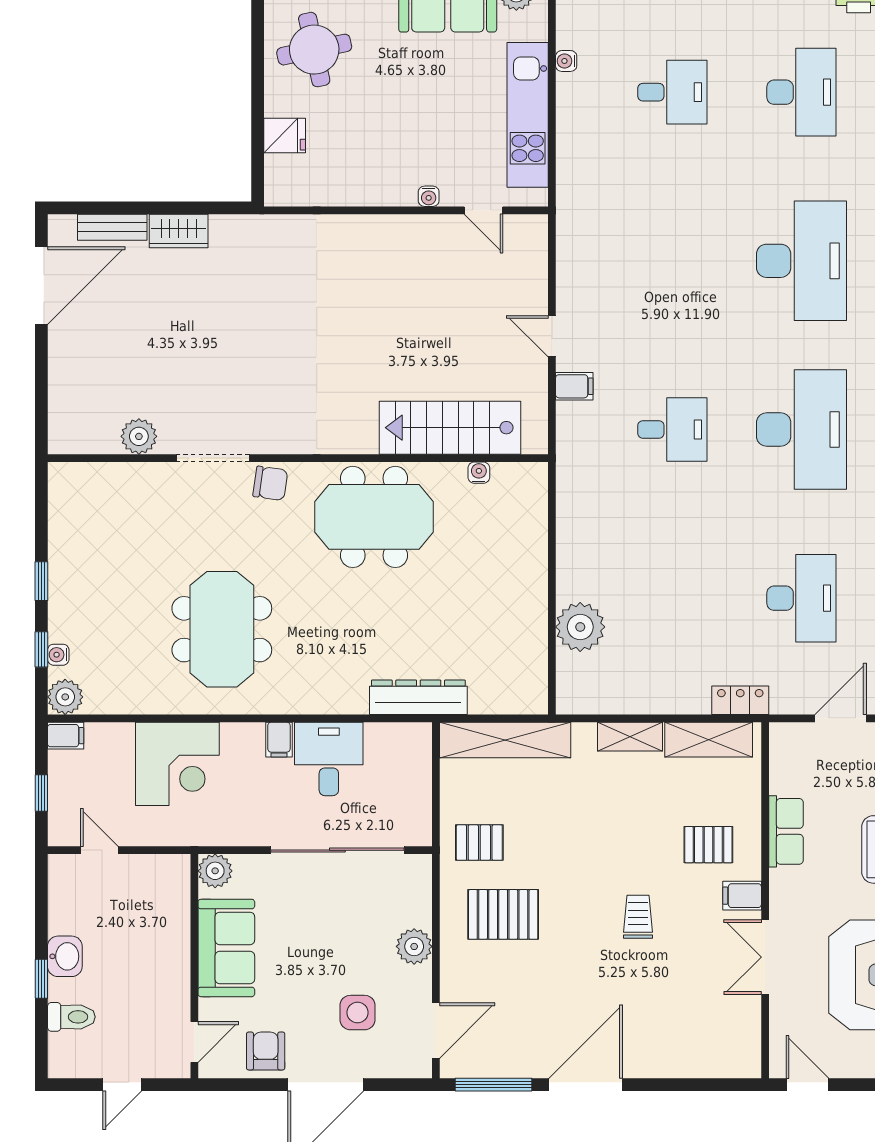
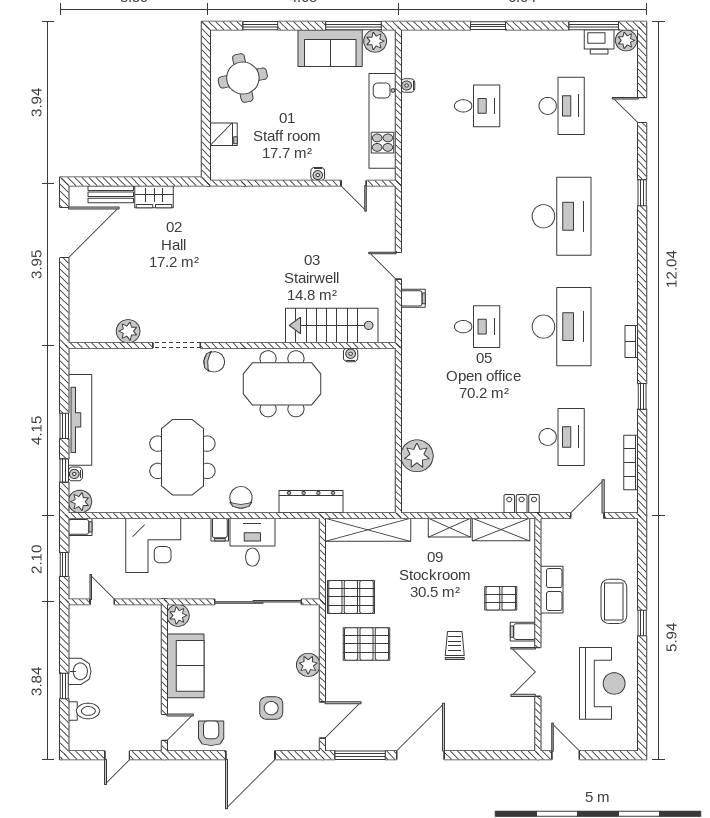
tv unit: (65, 572) -> (80, 420), added
chair: (311, 691) -> (241, 497), added
pallet: (479, 843) -> (351, 597), width x1.50, depth x1.42

